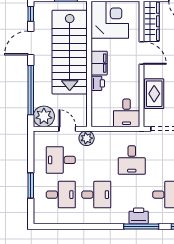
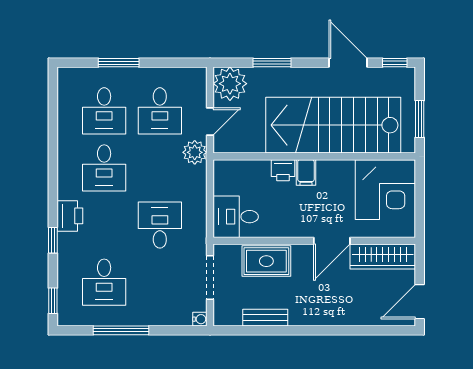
filing cabinet: (99, 63) -> (306, 172), width x0.50
window: (31, 90) -> (272, 63), width x0.47
desk: (61, 160) -> (160, 111), turned 180
desk: (132, 160) -> (160, 225), turned 90
printer: (139, 216) -> (70, 216), moved
window: (141, 226) -> (53, 240), width x0.46

